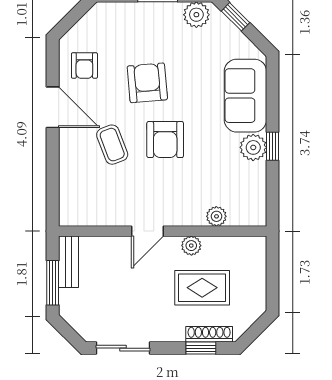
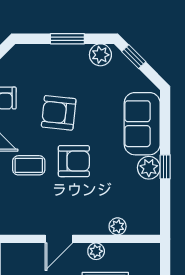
armchair: (147, 83) -> (59, 113), turned -79
armchair: (165, 140) -> (74, 161), turned -90
coffee table: (112, 145) -> (29, 165), turned -69

